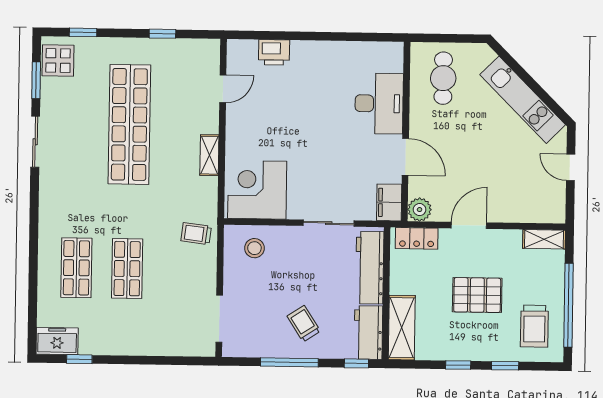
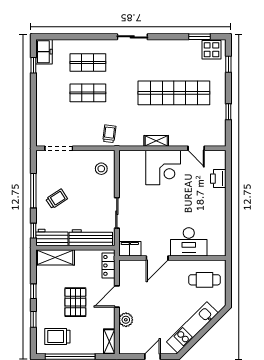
sliding door: (35, 142) -> (132, 37), moved
corner desk: (257, 190) -> (163, 168), moved, turned 90
plant: (420, 210) -> (126, 320), moved
door: (469, 225) -> (117, 296), swing flipped

